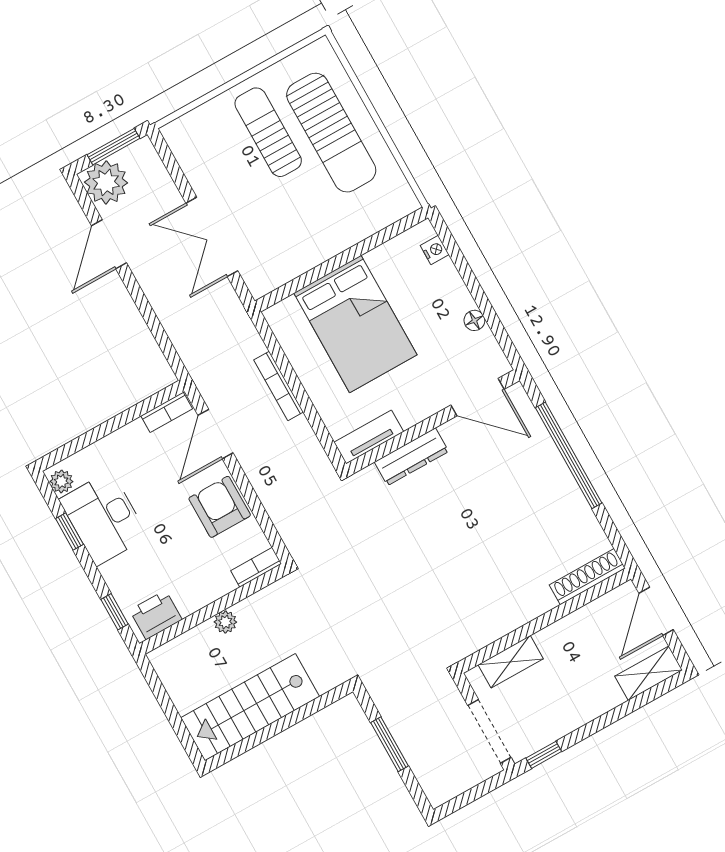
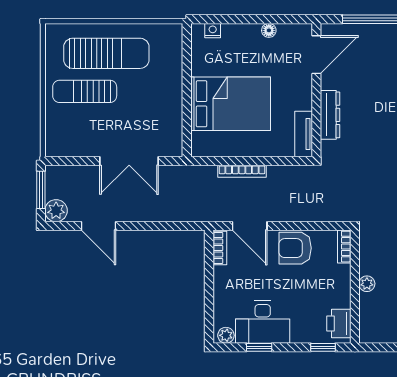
plant: (106, 182) -> (56, 211), width x0.73, depth x0.73

